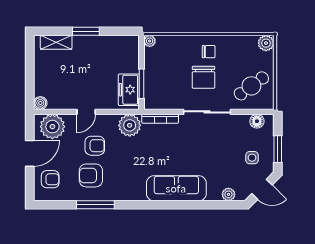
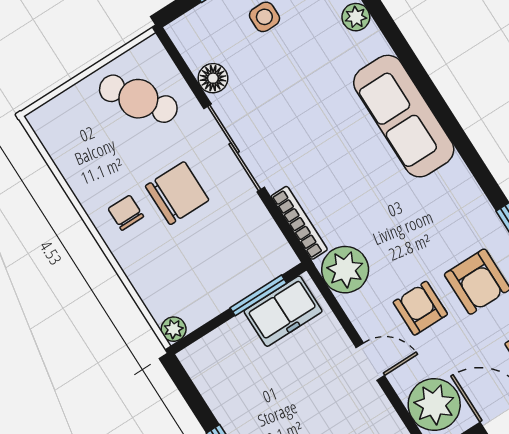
plant: (266, 43) -> (46, 121), removed
floor lamp: (257, 121) -> (213, 78), moved

